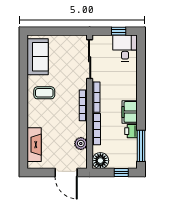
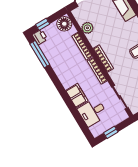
desk: (125, 48) -> (93, 112), moved, turned 90
sliding door: (90, 59) -> (120, 97), width x0.73
filing cabinet: (130, 112) -> (77, 96), moved
printer: (131, 131) -> (40, 37), moved

